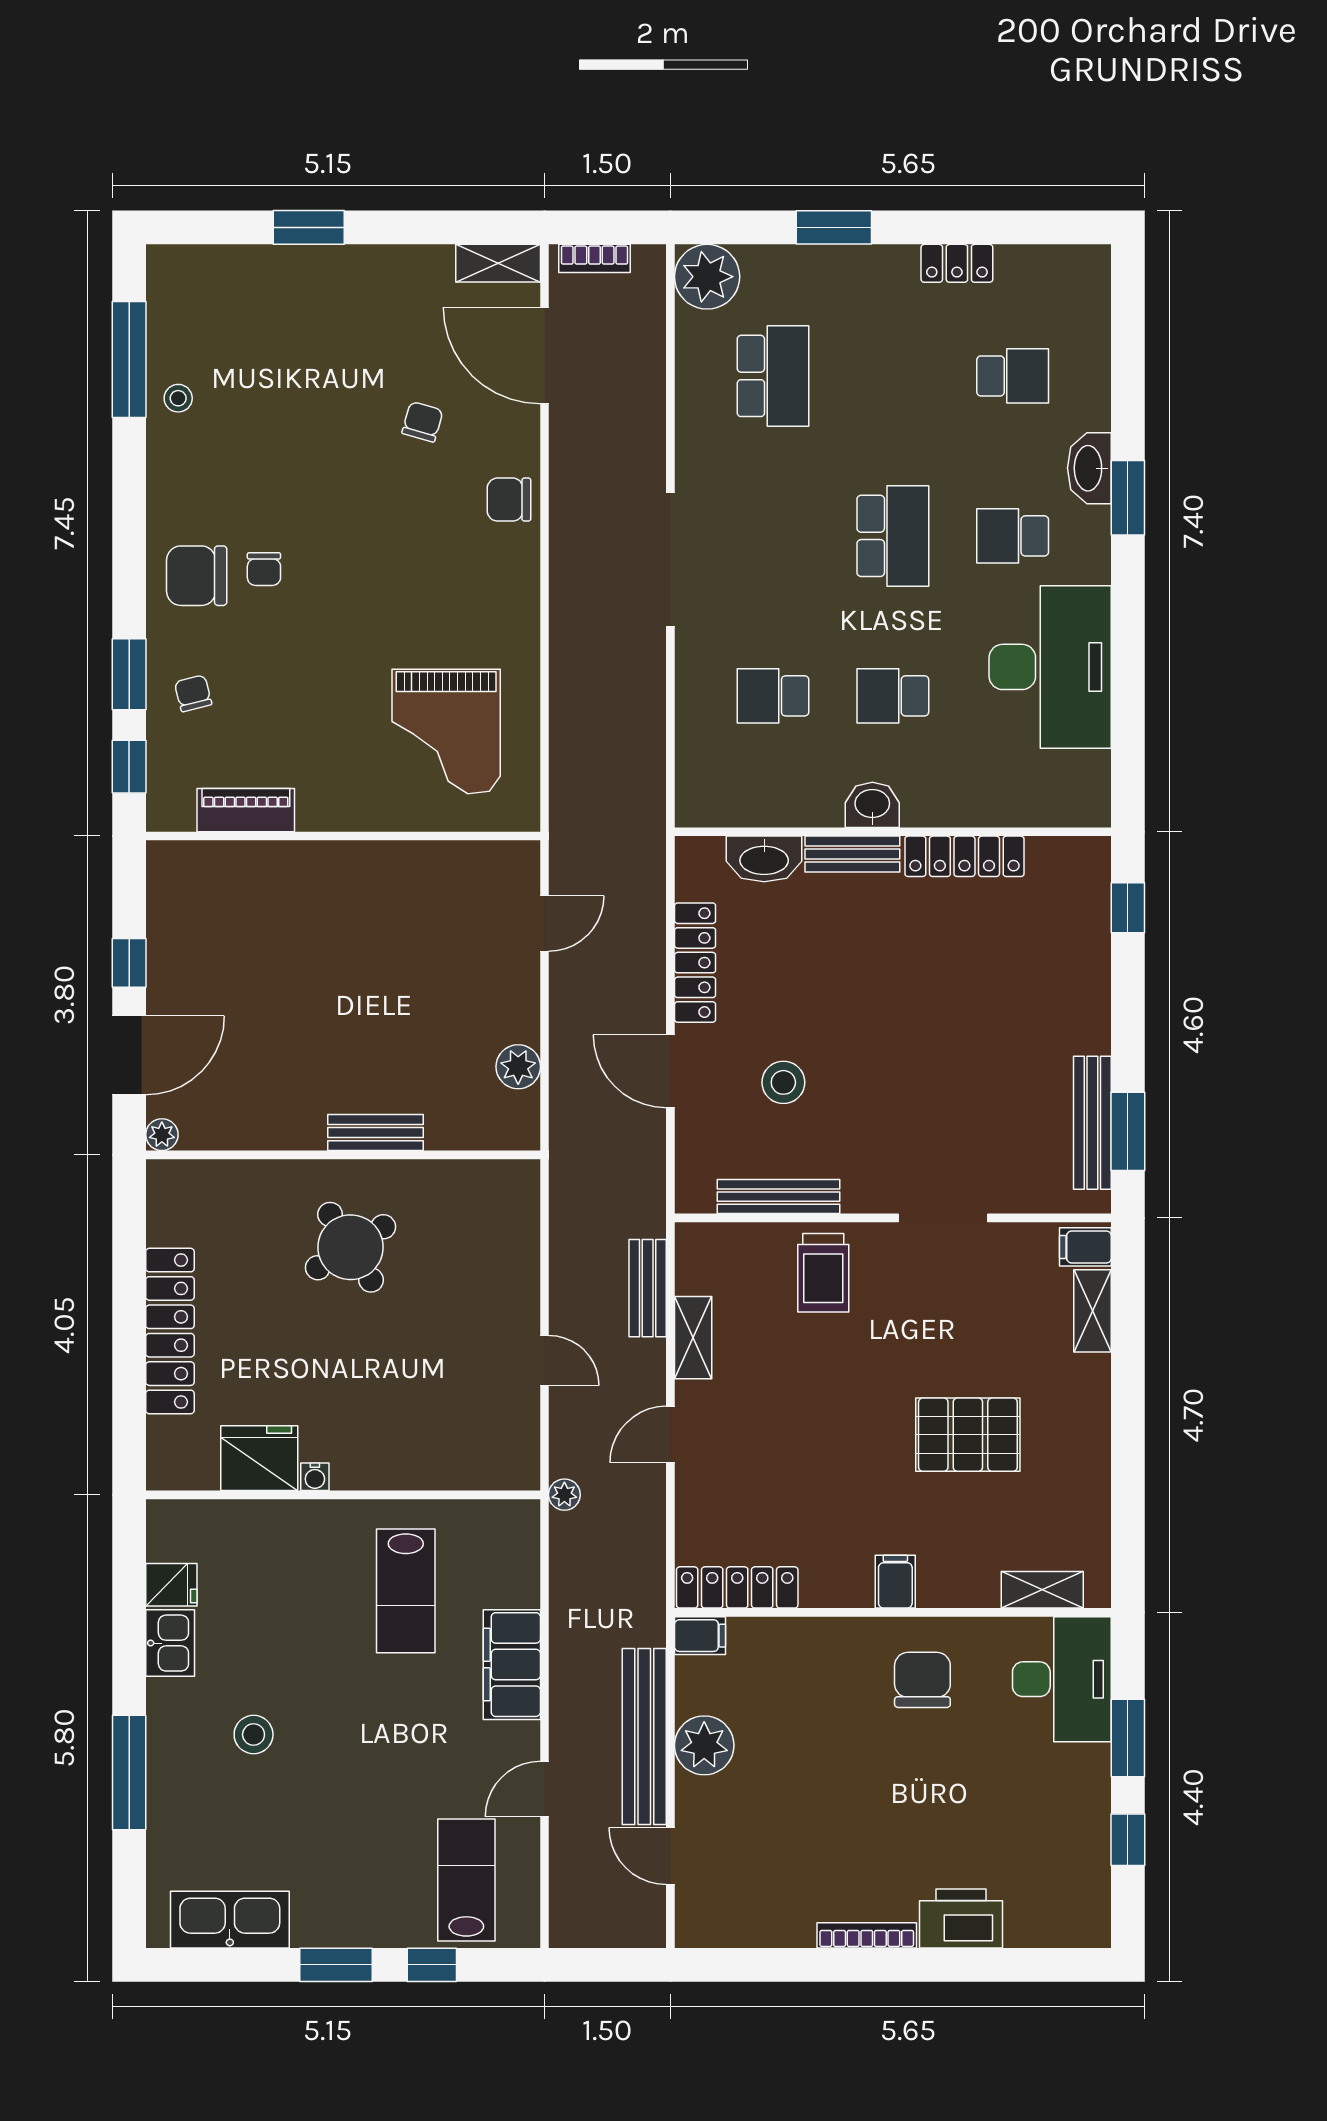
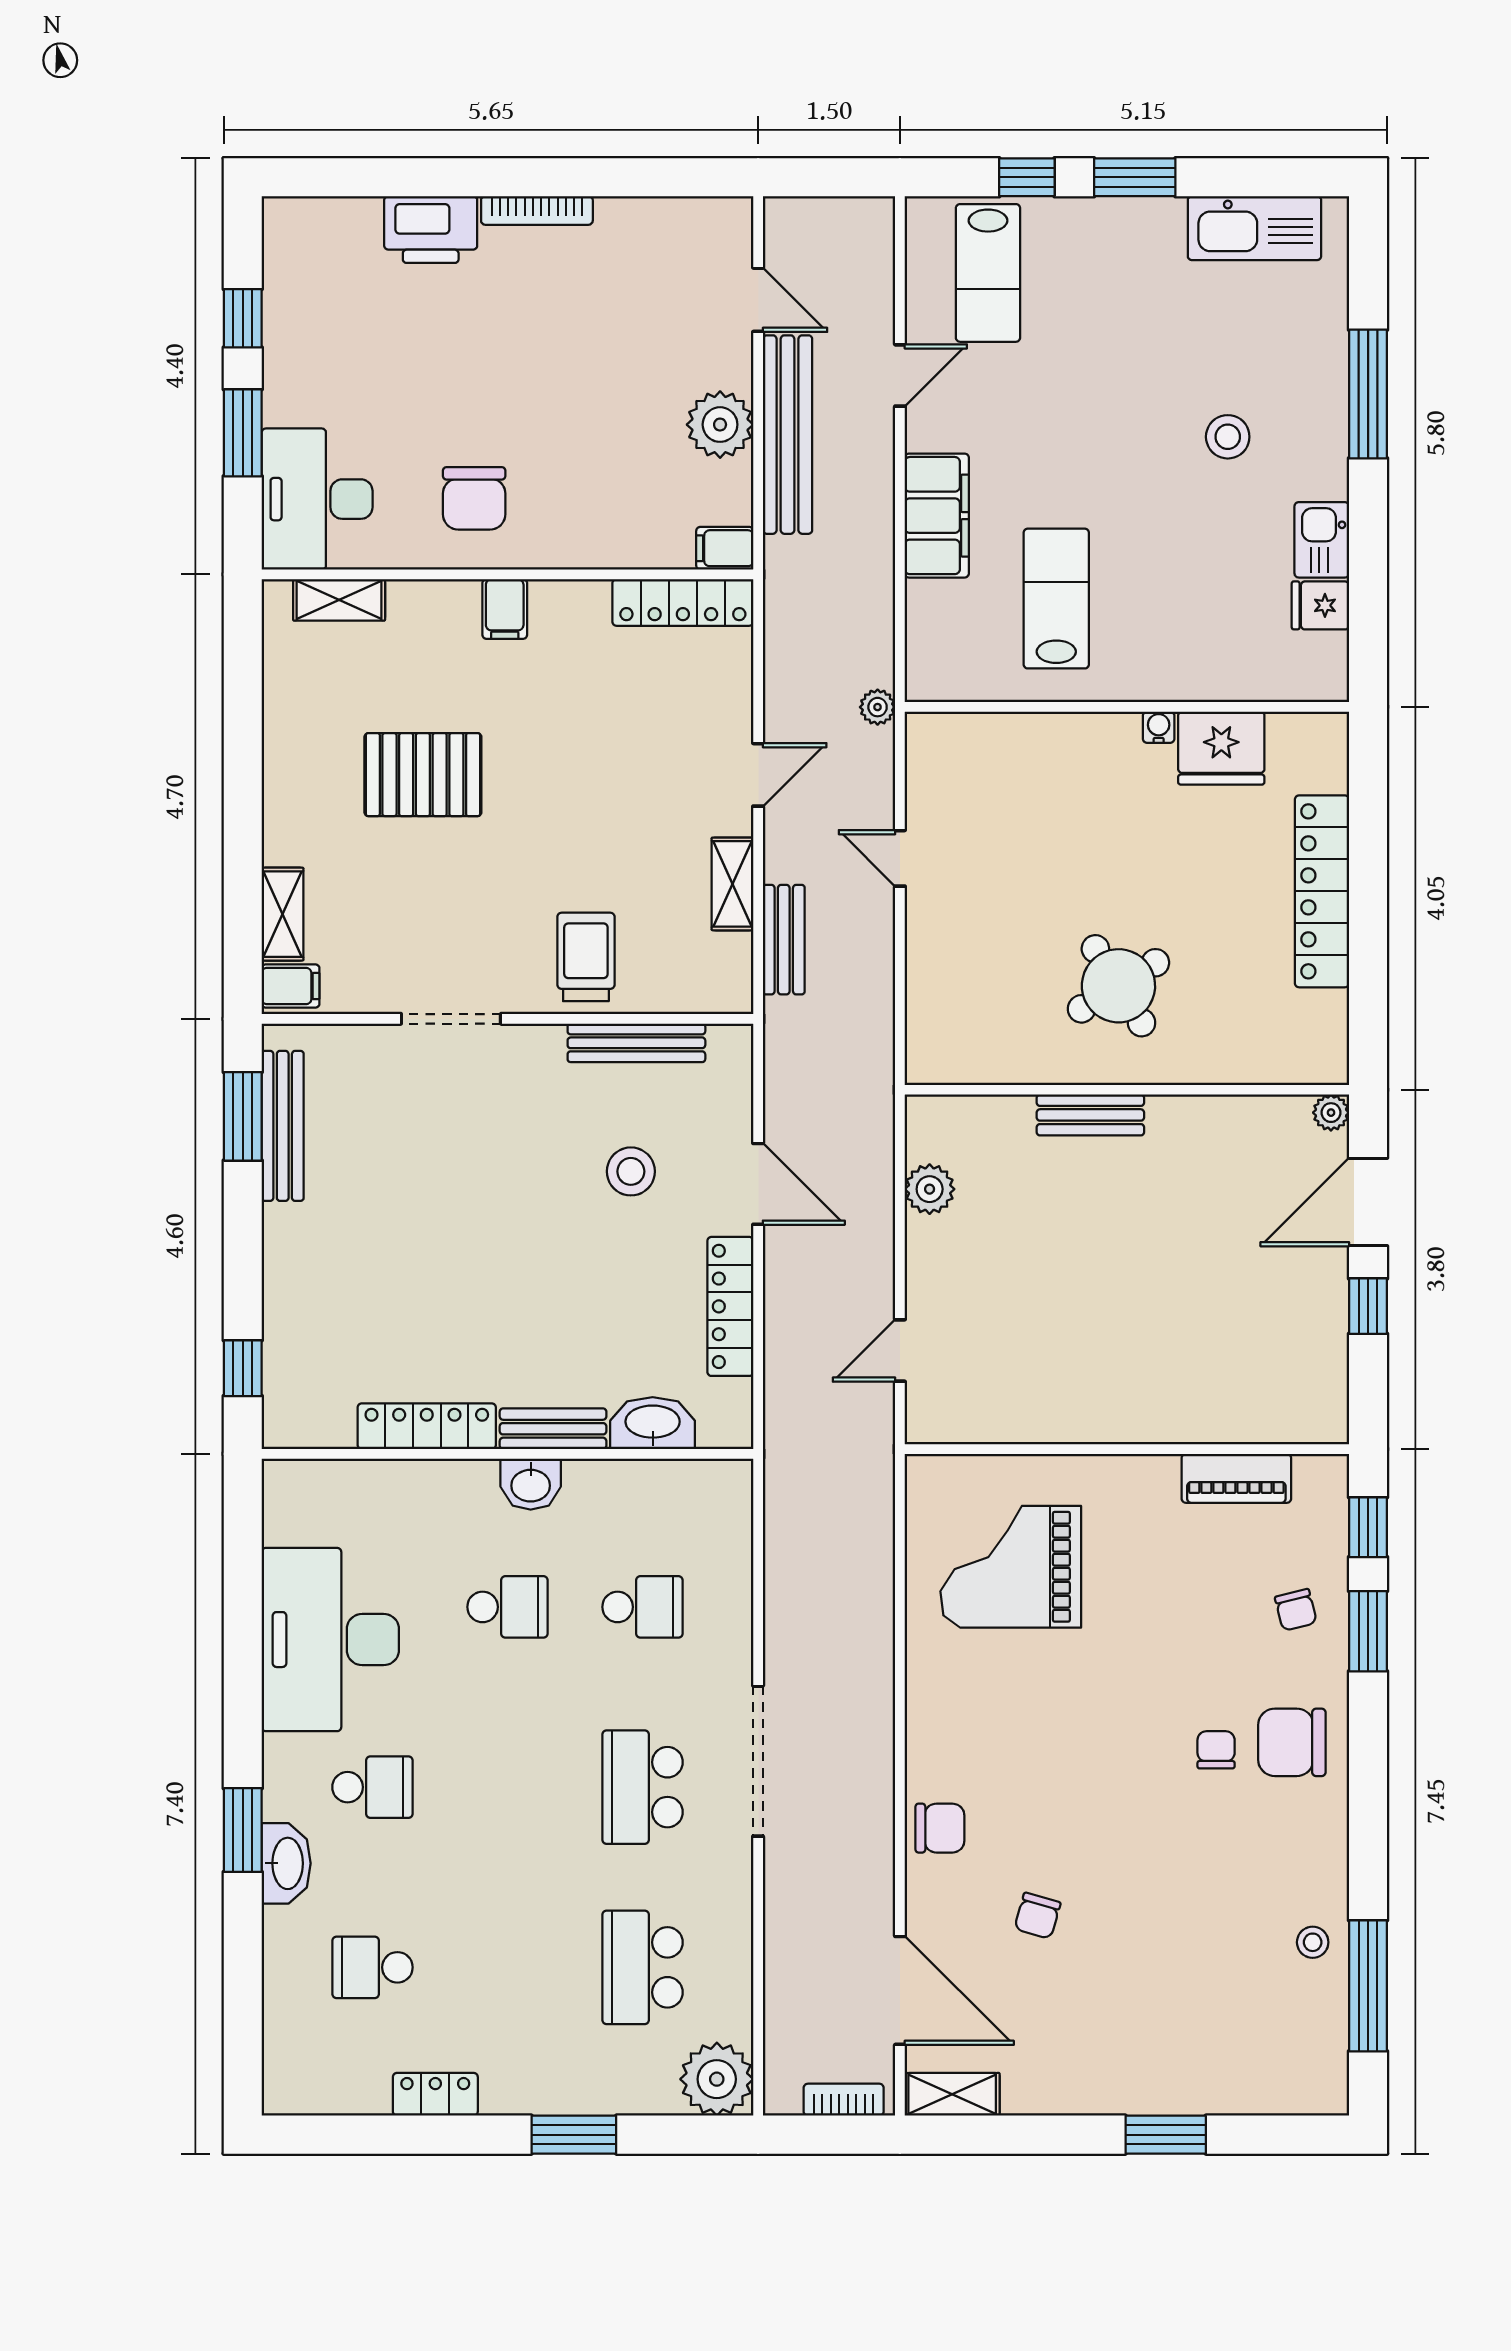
school desk: (893, 536) -> (643, 1787), moved
chair: (197, 576) -> (1292, 1742), turned 180
grand piano: (446, 732) -> (1011, 1567), turned -90

